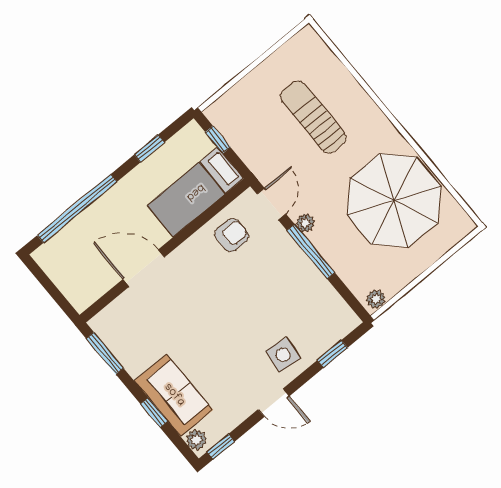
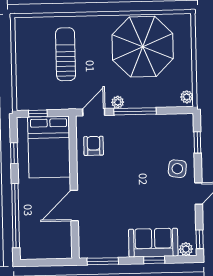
sun lounger: (313, 117) -> (66, 54), turned 90
bed: (195, 192) -> (49, 147), width x1.50
door: (271, 204) -> (94, 112), hinge flipped

